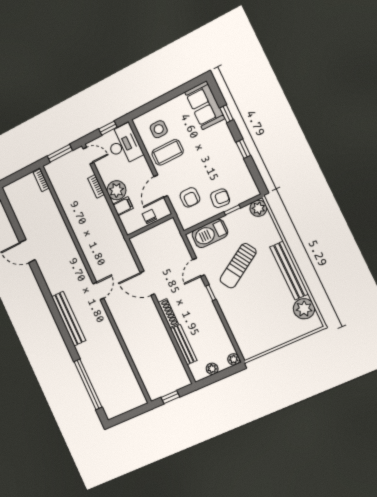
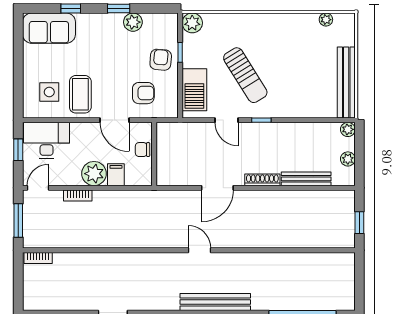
plant: (238, 164) -> (133, 22), added
bench: (289, 270) -> (346, 82), moved, turned 90
plant: (304, 309) -> (326, 20), width x0.53, depth x0.53

